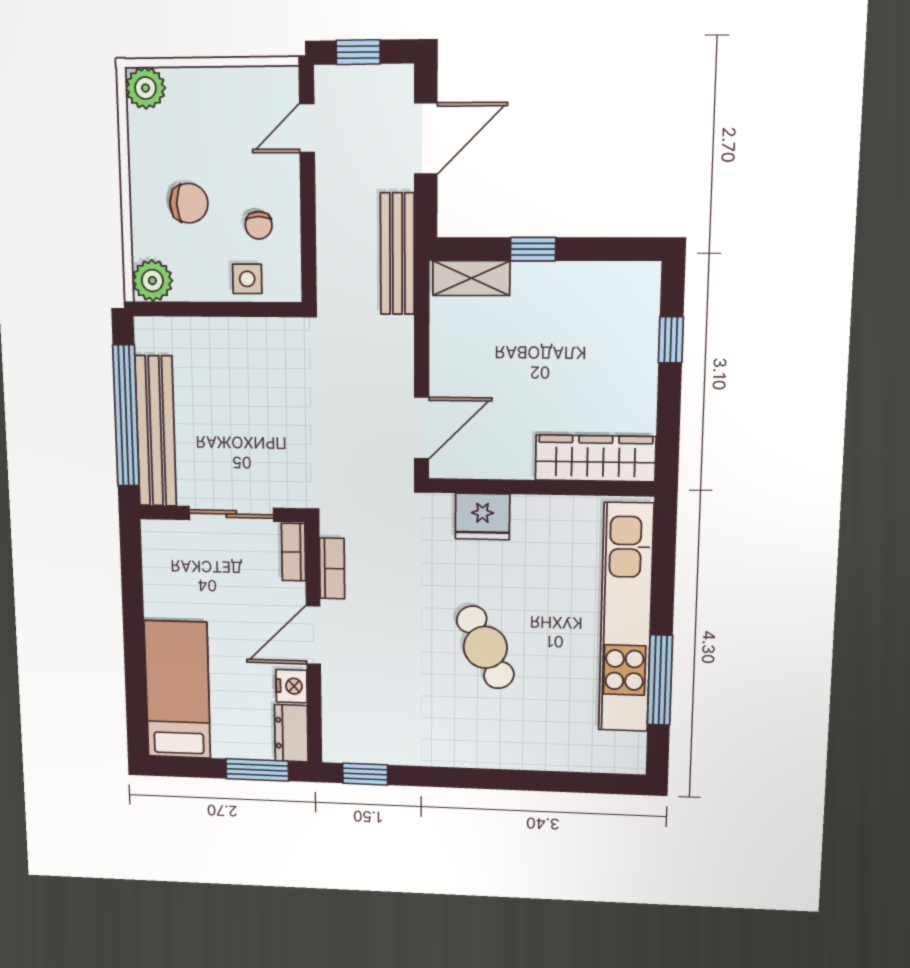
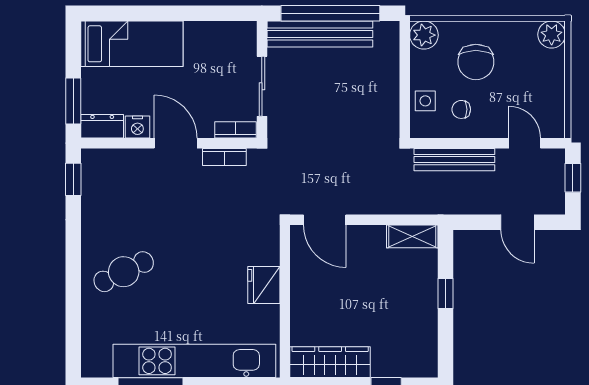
door: (426, 139) -> (517, 222), width x0.73
chair: (189, 203) -> (476, 62), width x1.37, depth x1.37
bench: (397, 254) -> (454, 160), moved
shelving: (471, 278) -> (412, 236), moved, turned 90
wardrobe: (595, 458) -> (330, 362), moved, turned -90
fridge: (482, 516) -> (264, 285), moved
cafe table: (485, 647) -> (124, 272), moved

